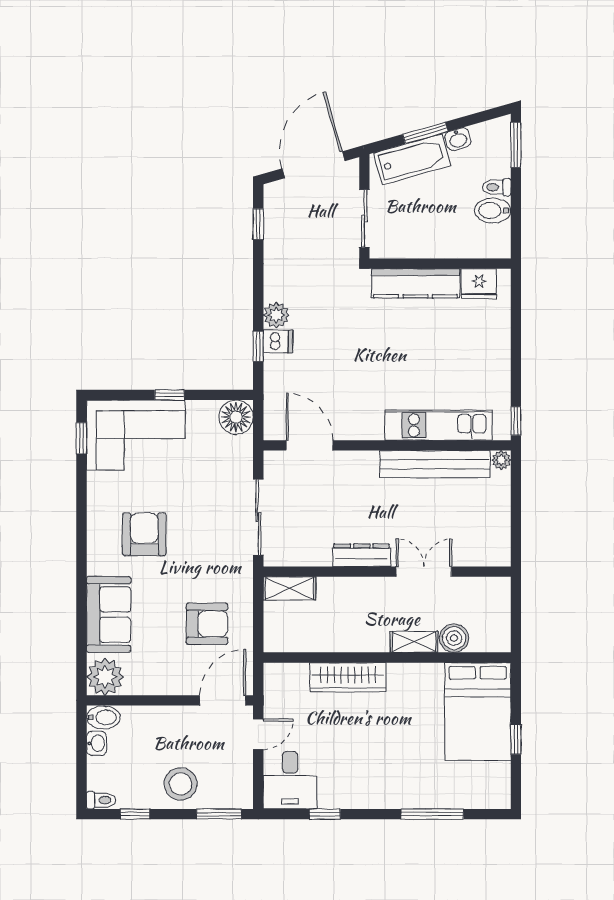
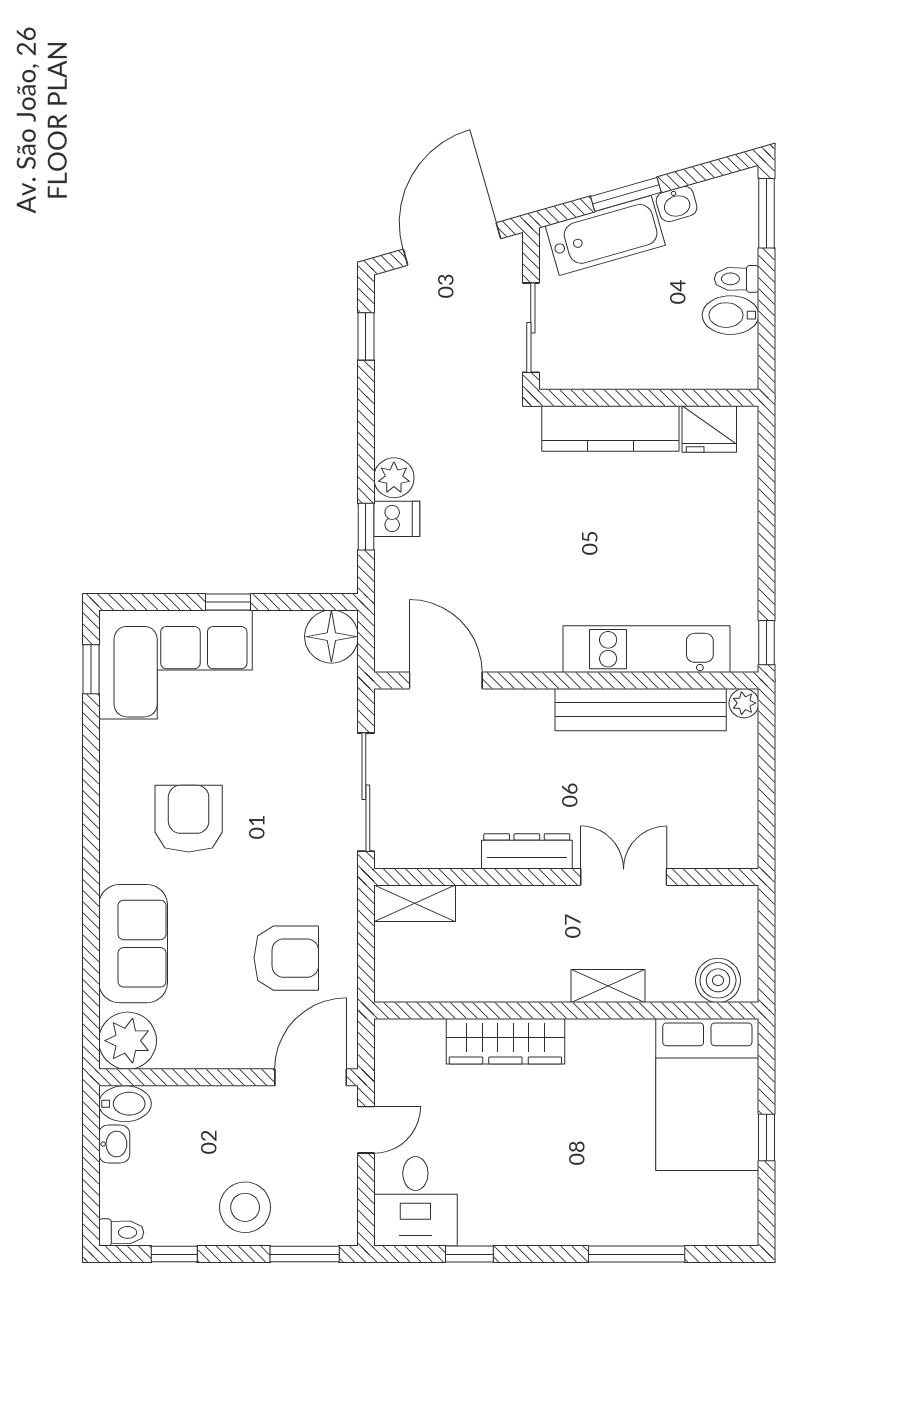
boiler: (454, 638) -> (718, 980), moved

